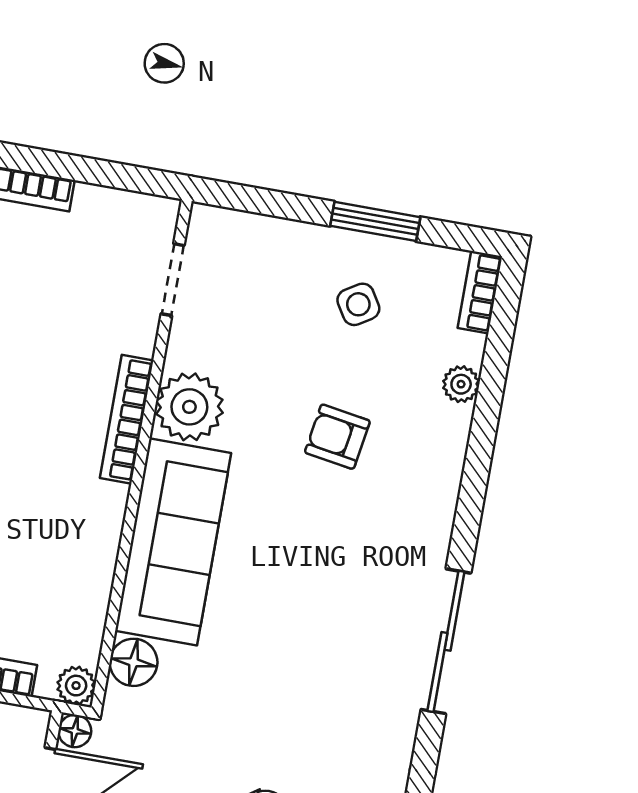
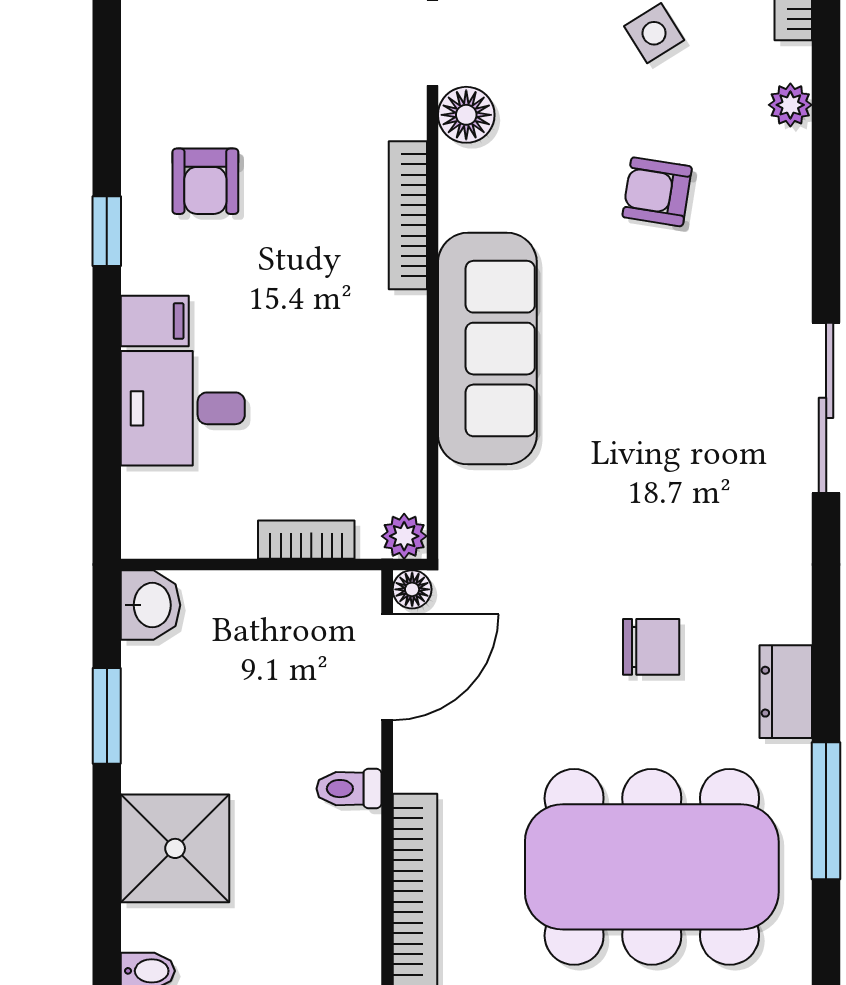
plant: (189, 407) -> (478, 188), removed
floor lamp: (133, 662) -> (466, 115), moved

